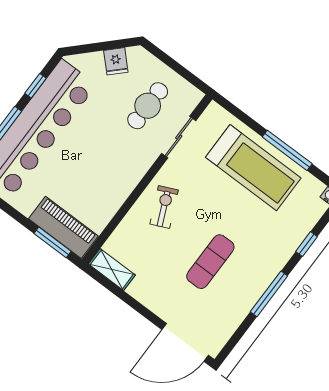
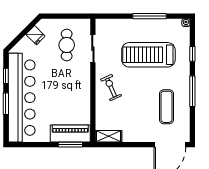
treadmill: (253, 168) -> (148, 55), moved, turned 180
exercise mat: (210, 262) -> (167, 107), moved

